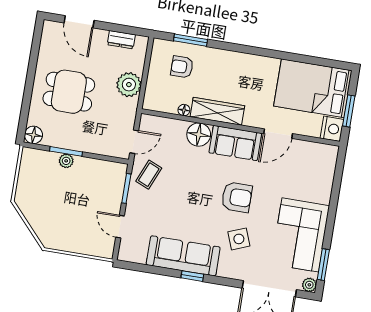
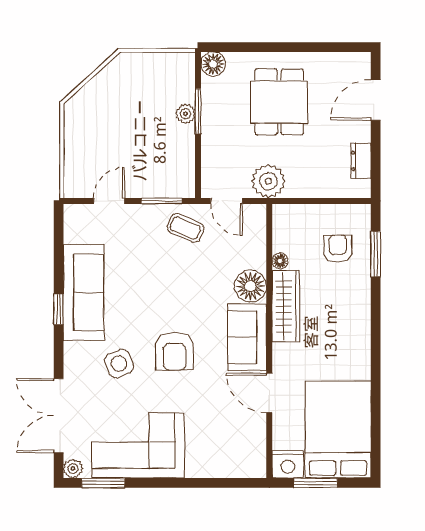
plant: (129, 85) -> (268, 181), moved

